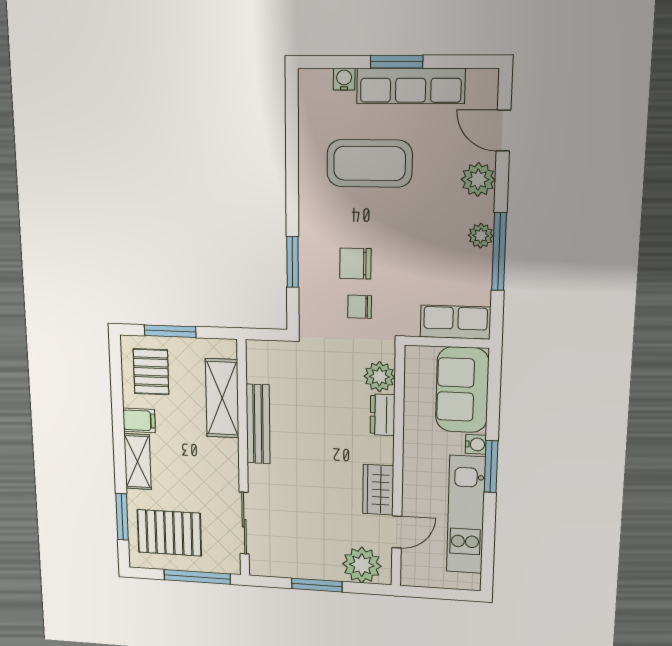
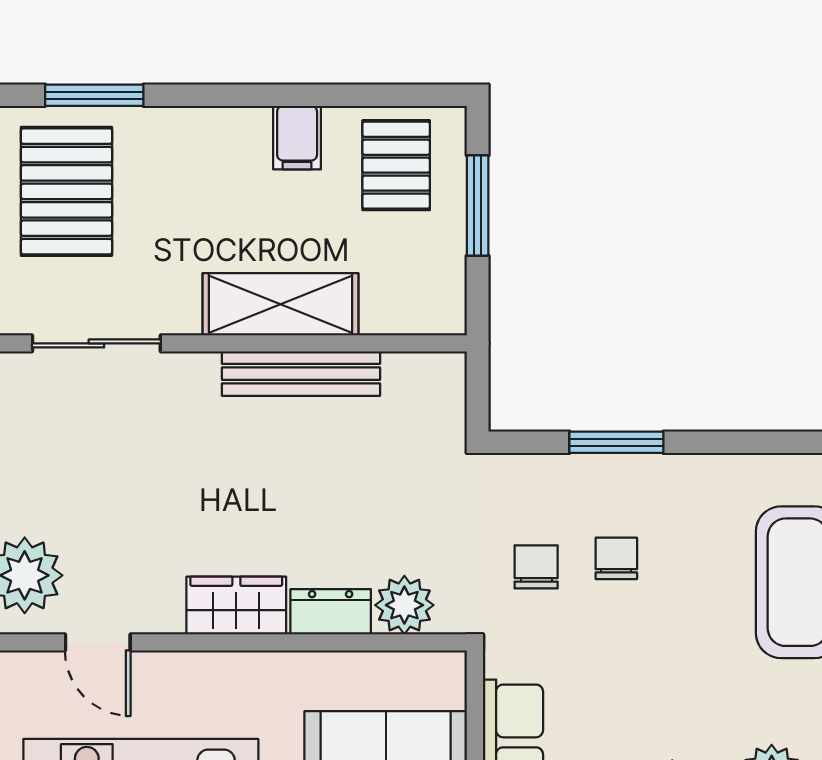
chair: (355, 264) -> (616, 558), width x0.73, depth x0.73
pallet: (151, 372) -> (396, 165), turned 90
shelving: (222, 398) -> (280, 304), moved
shelving: (138, 462) -> (212, 132), removed
wardrobe: (378, 490) -> (236, 605), moved

